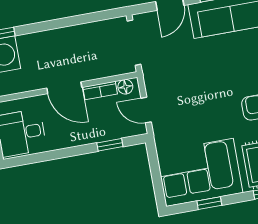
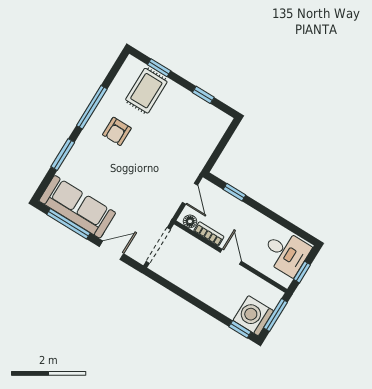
door: (64, 88) -> (231, 257), width x0.73
corner sofa: (200, 172) -> (192, 121), removed

